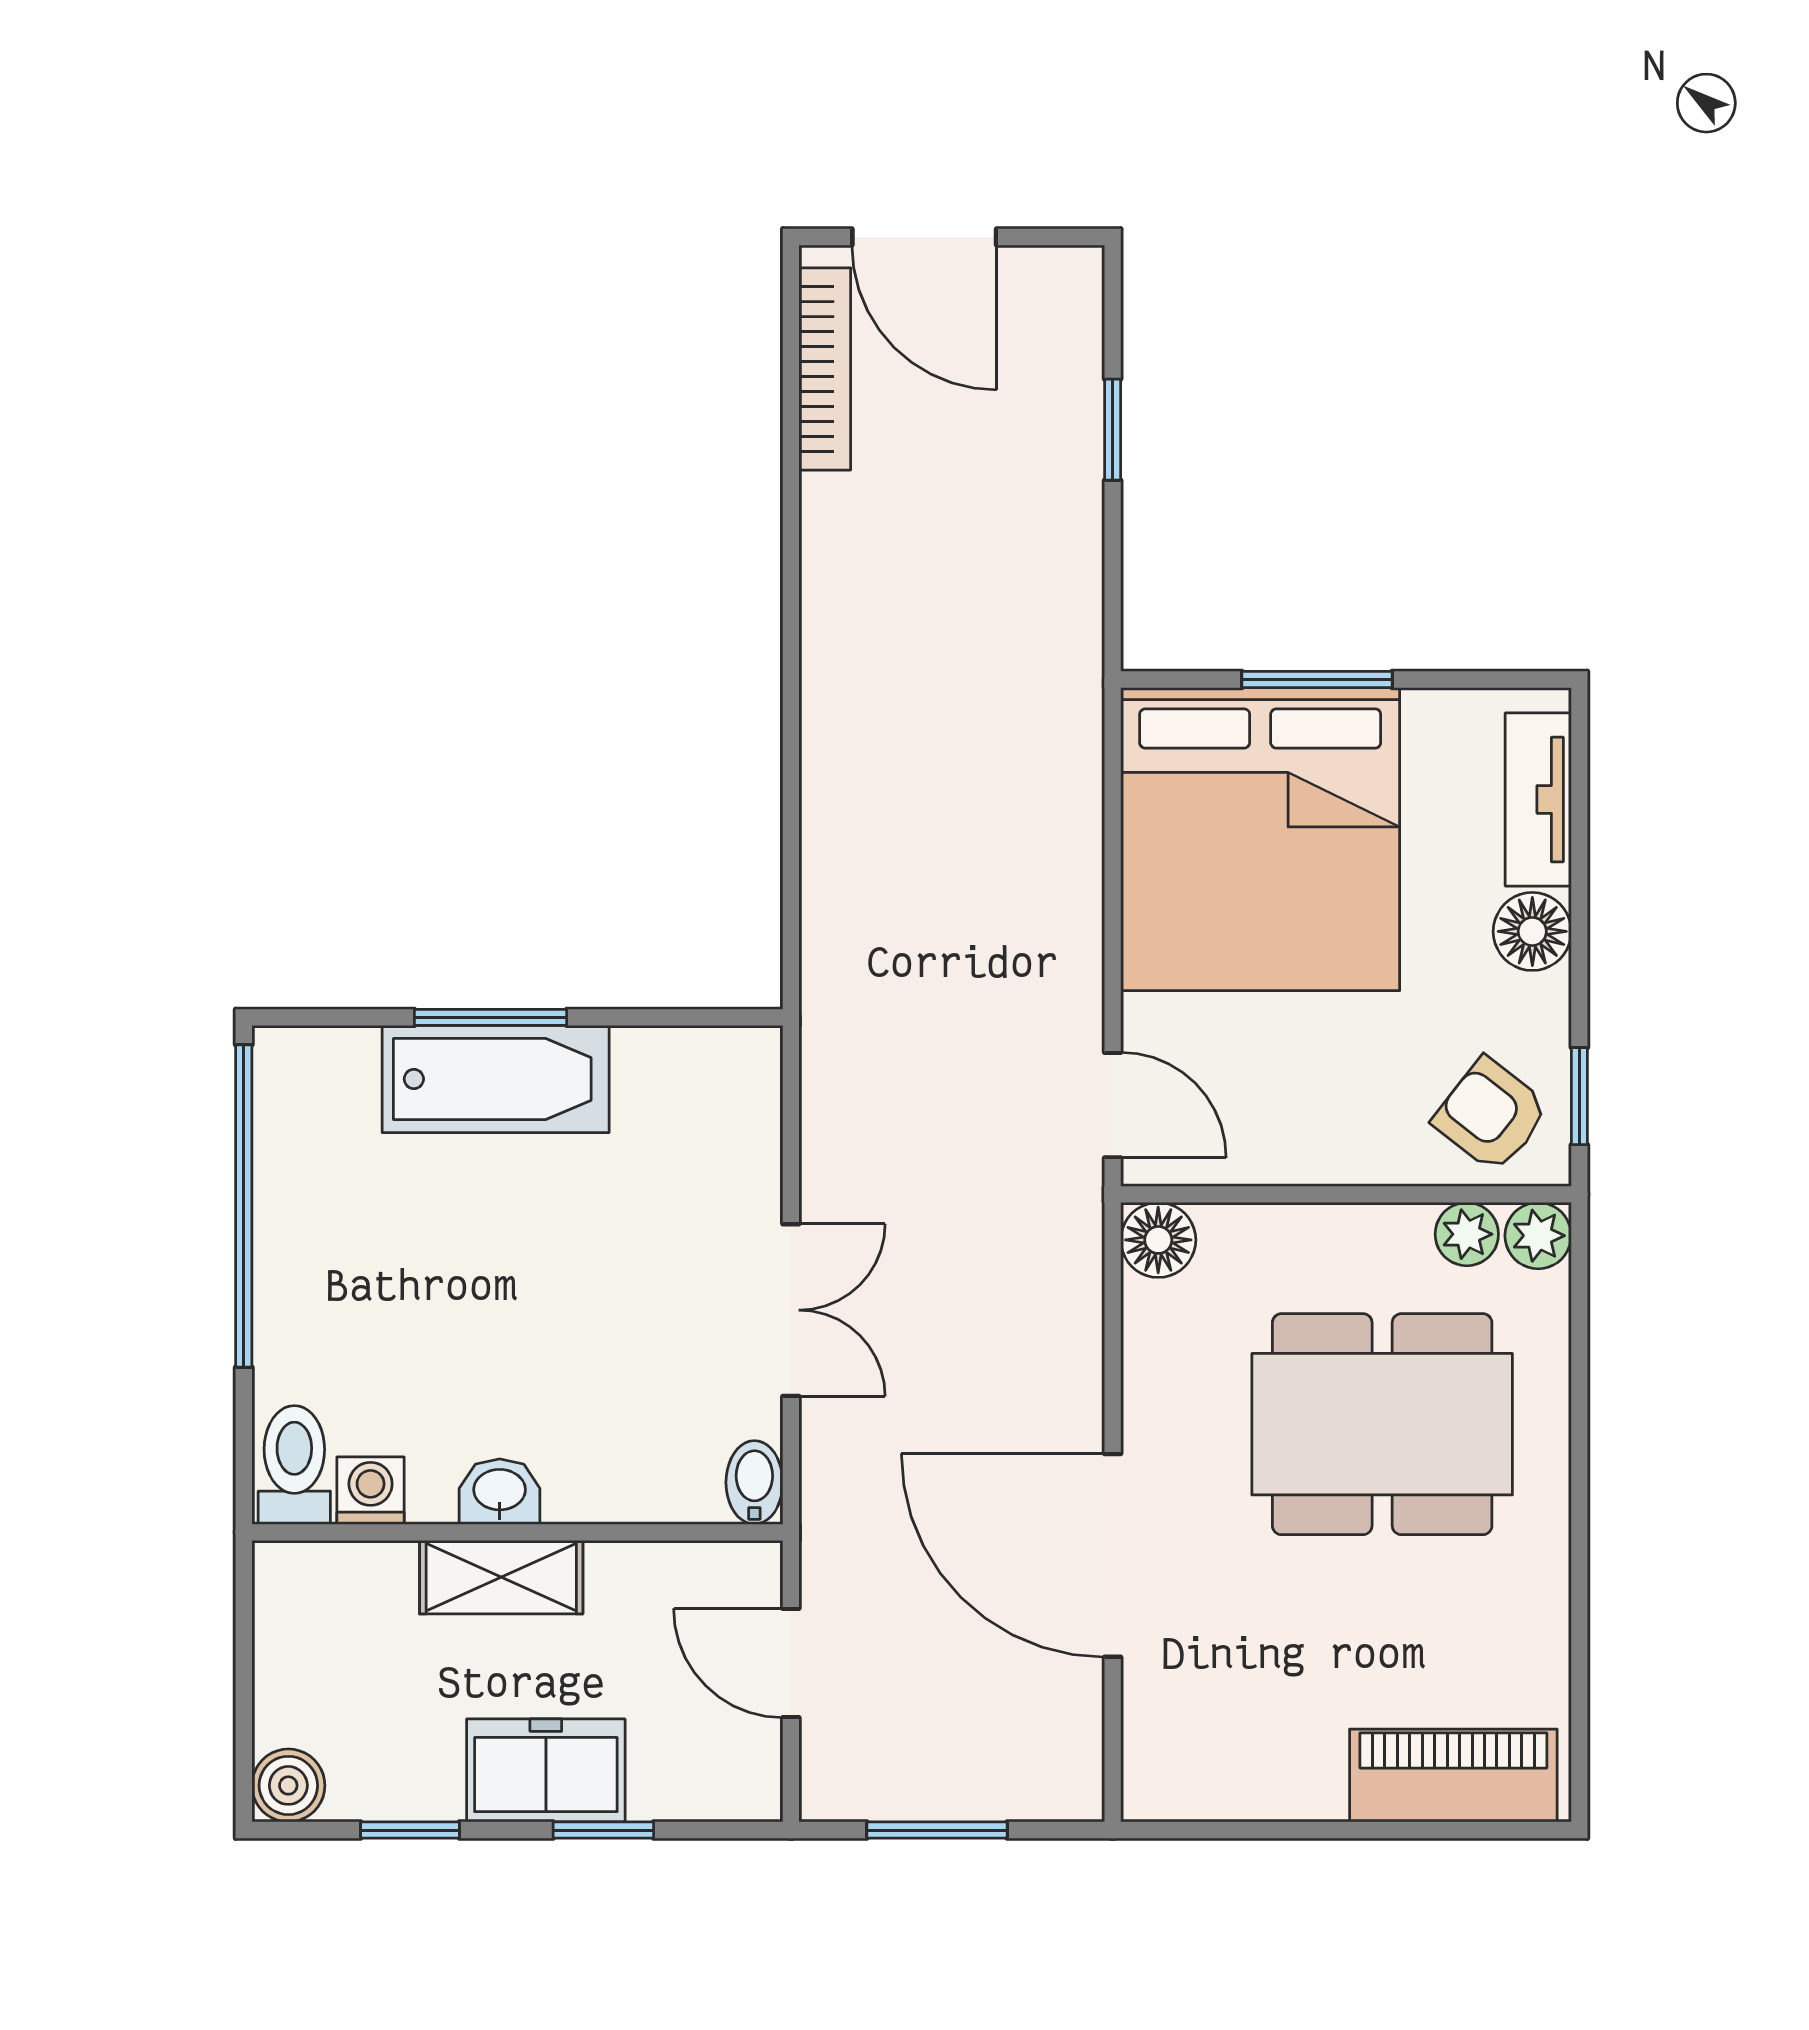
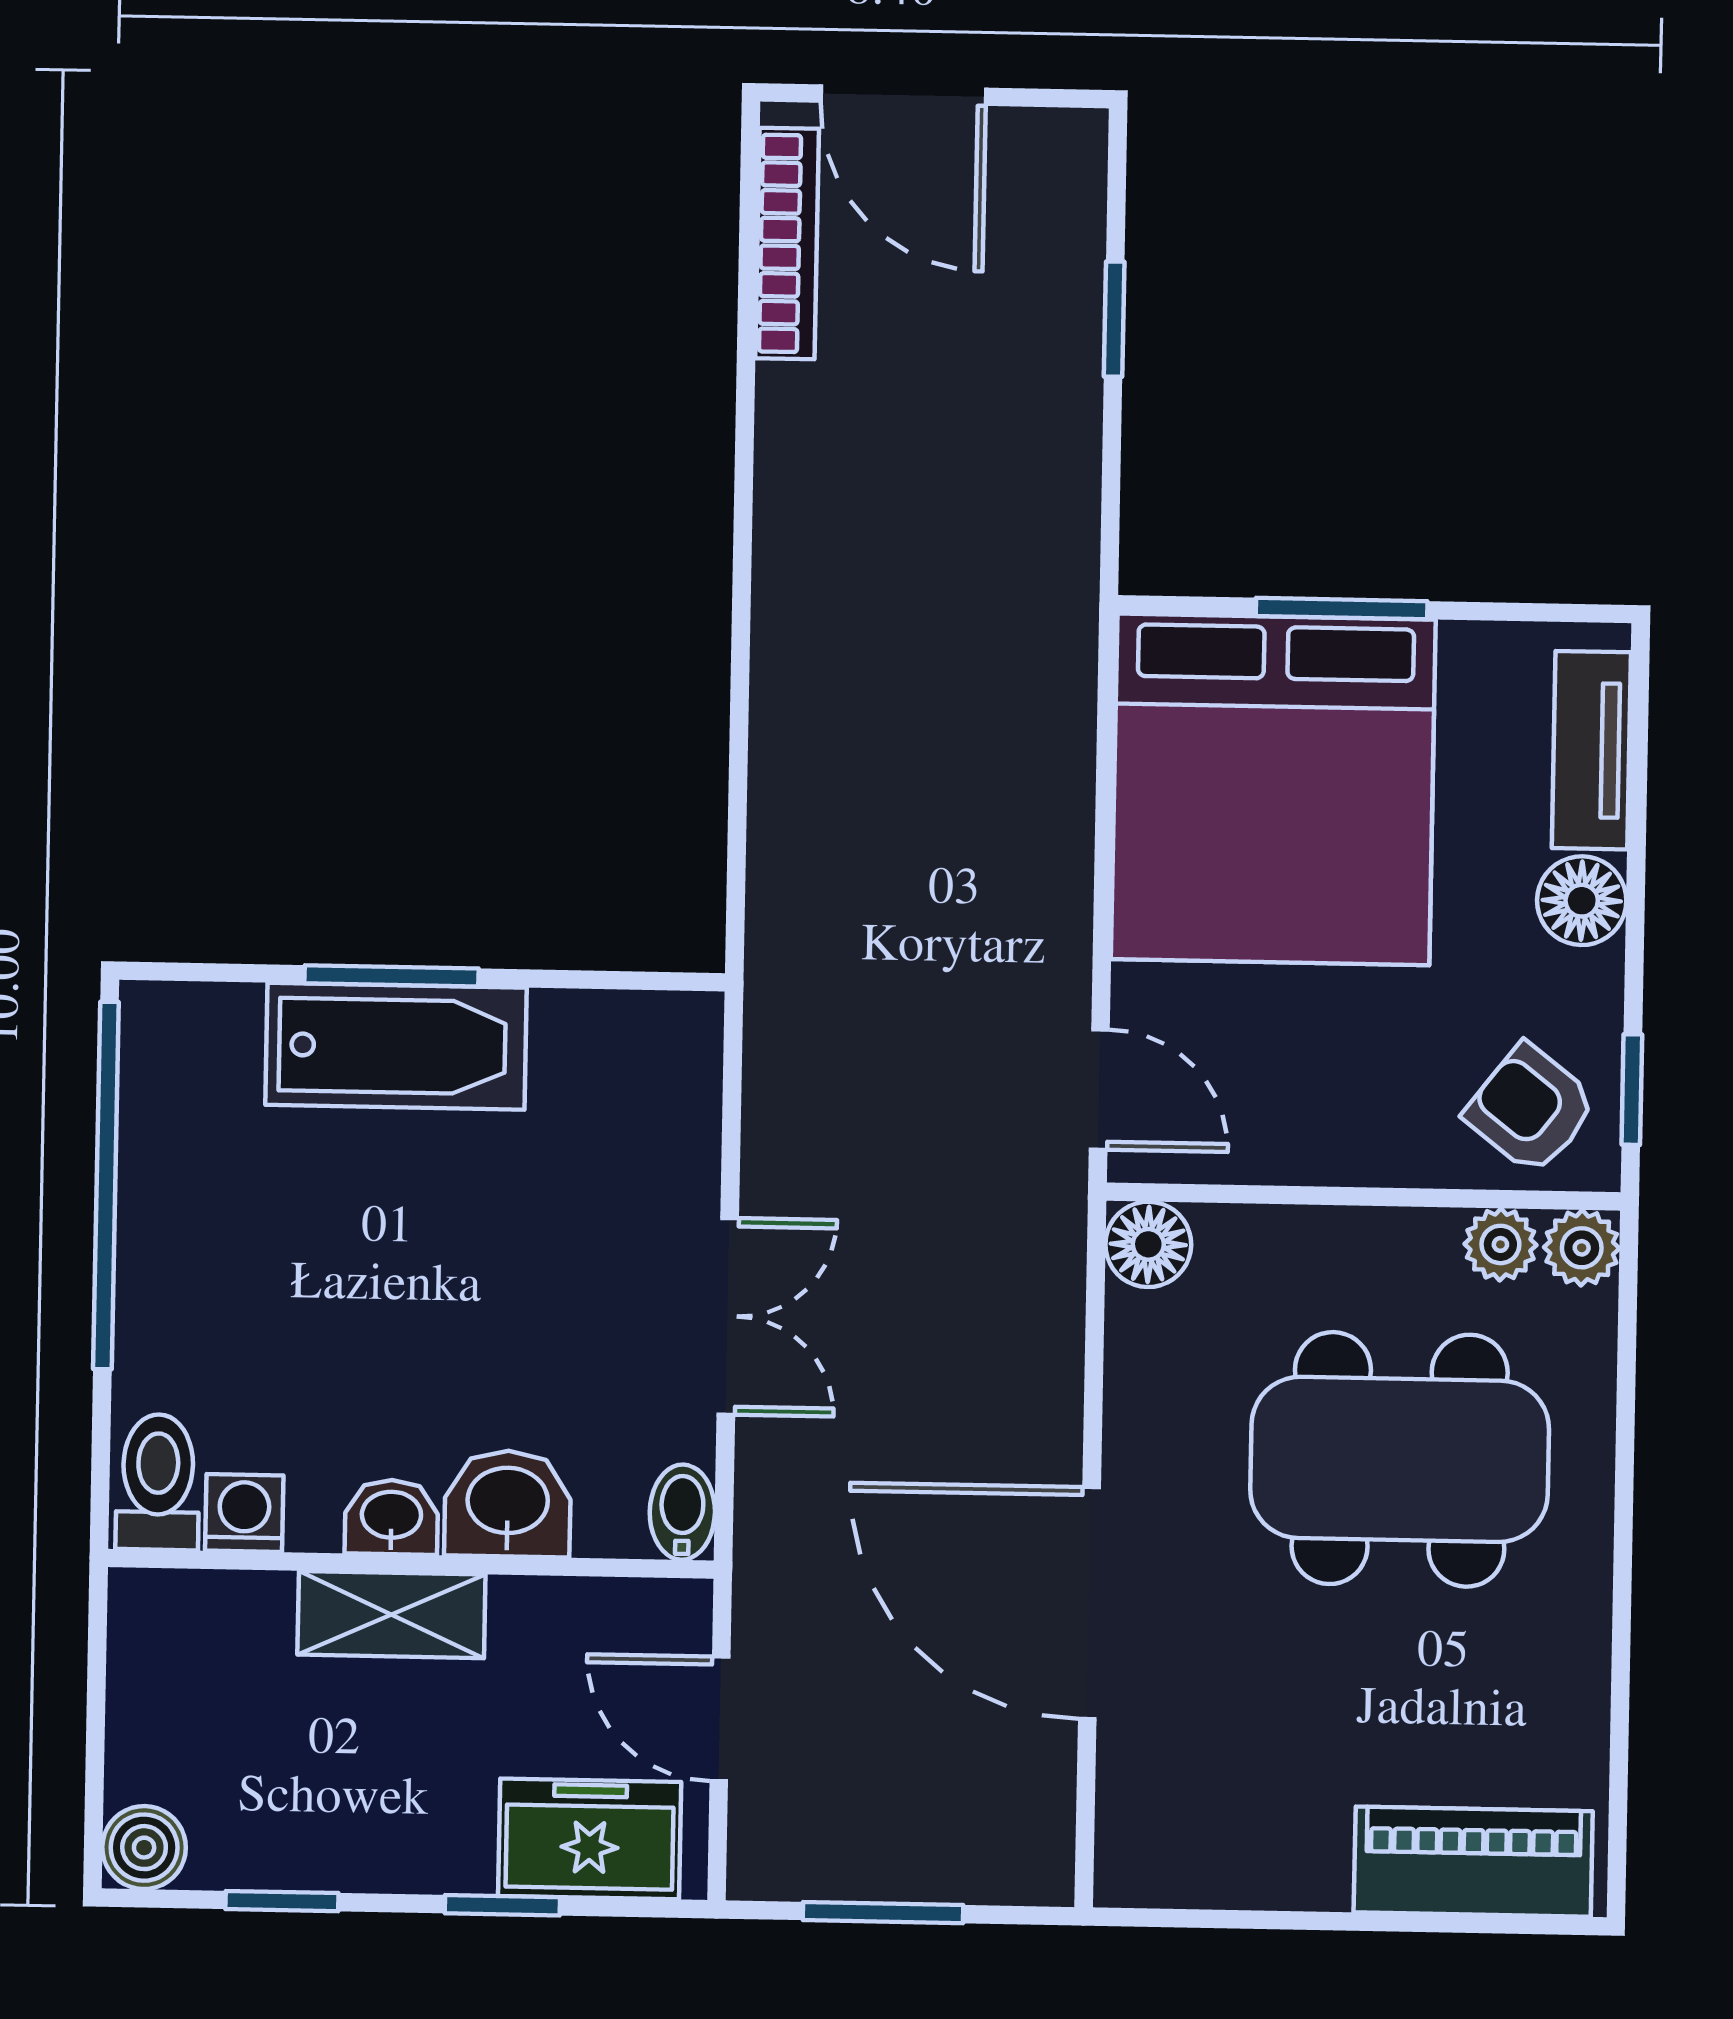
washbasin: (601, 1478) -> (508, 1504), added
freezer: (546, 1770) -> (590, 1839), moved

